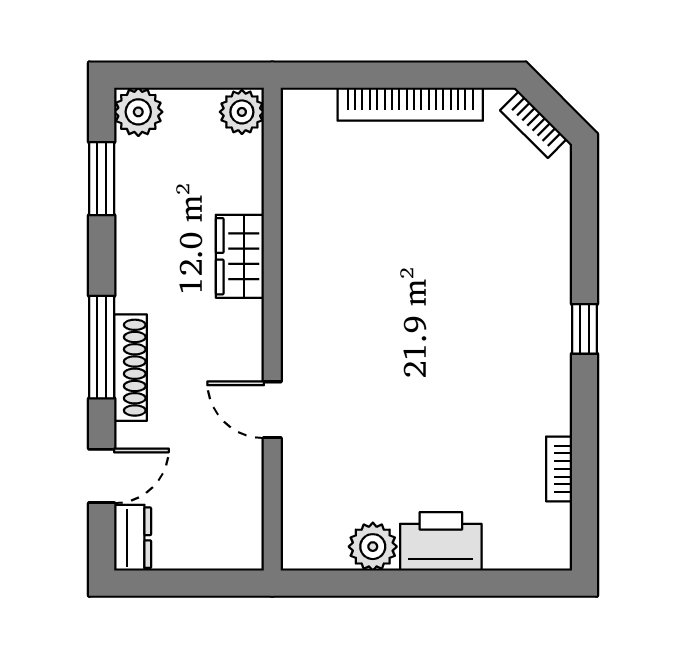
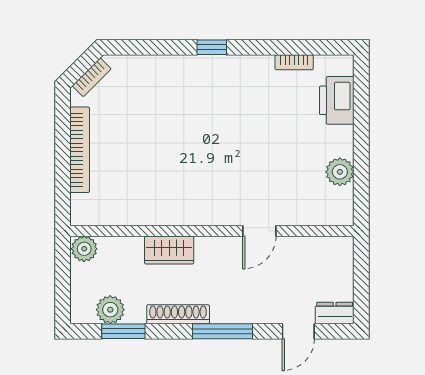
plant: (138, 112) -> (110, 310), moved
shoe rack: (131, 368) -> (178, 314), moved
door: (102, 476) -> (298, 331), swing flipped
printer: (441, 541) -> (337, 100), moved

